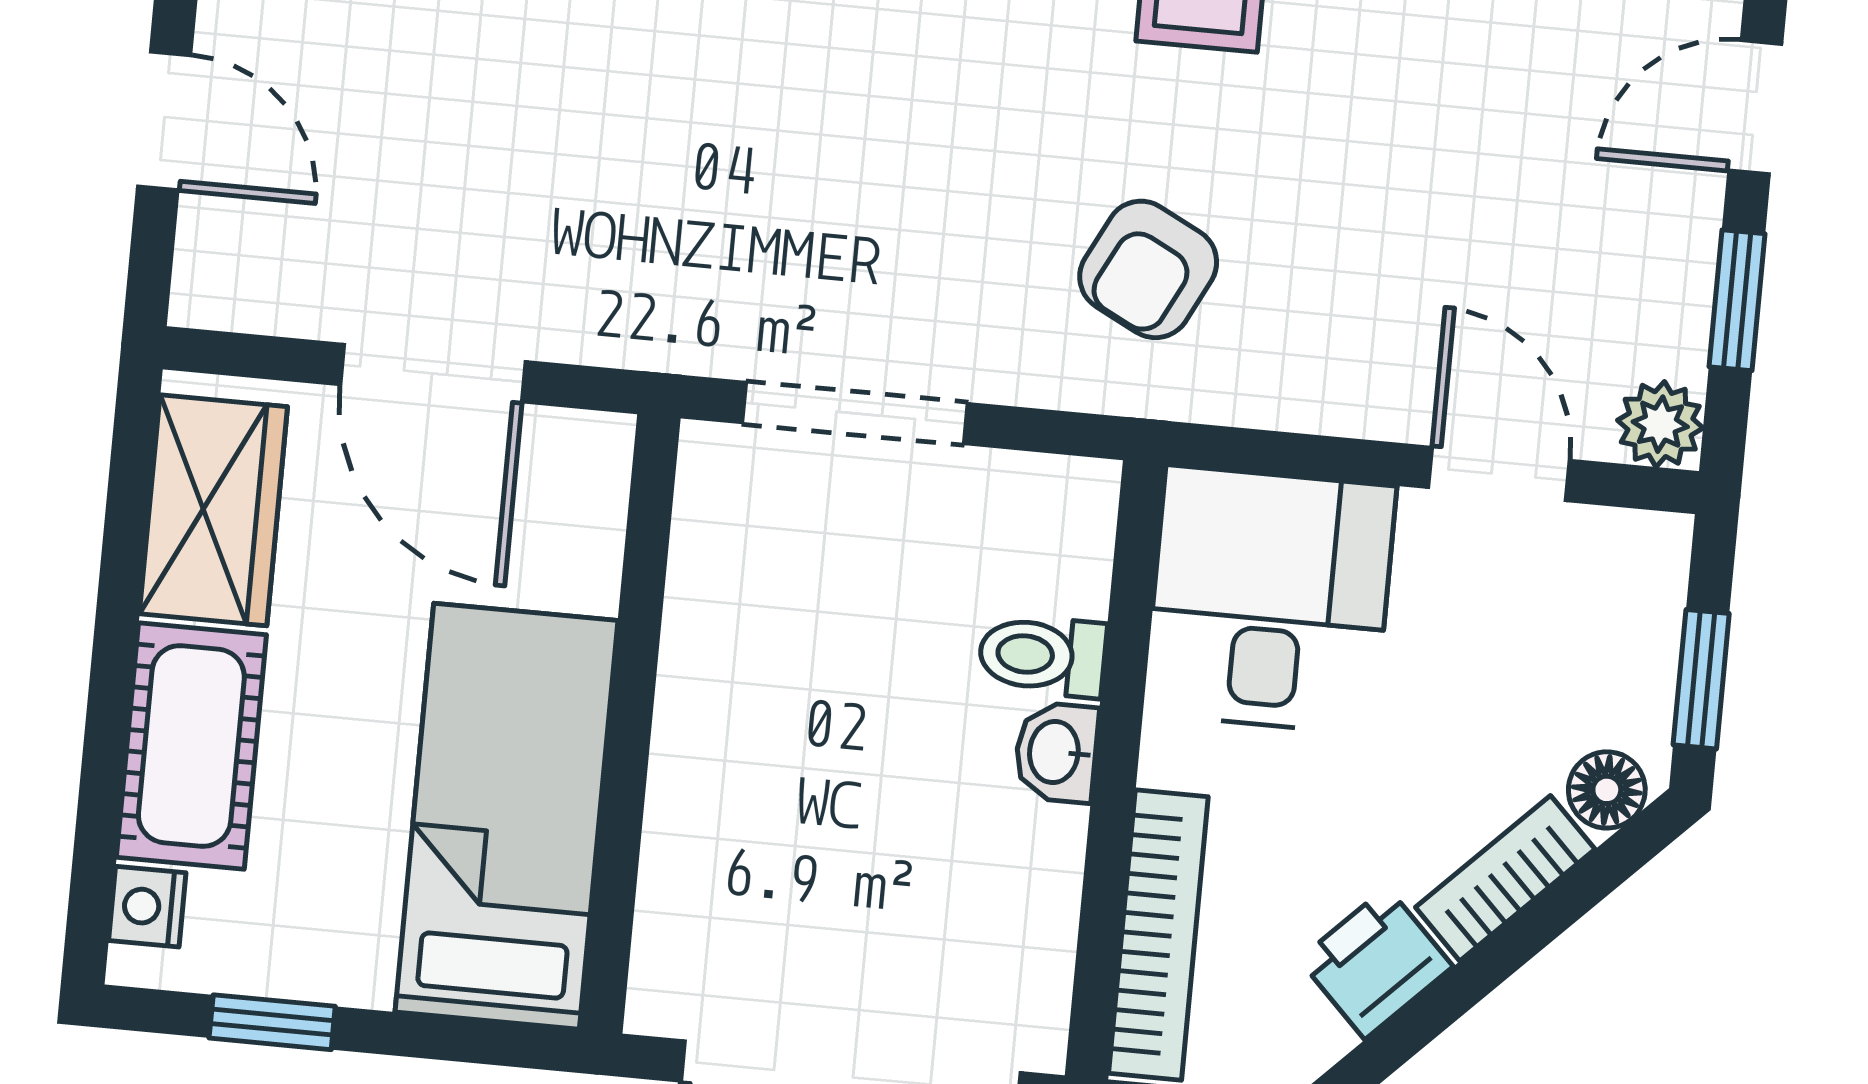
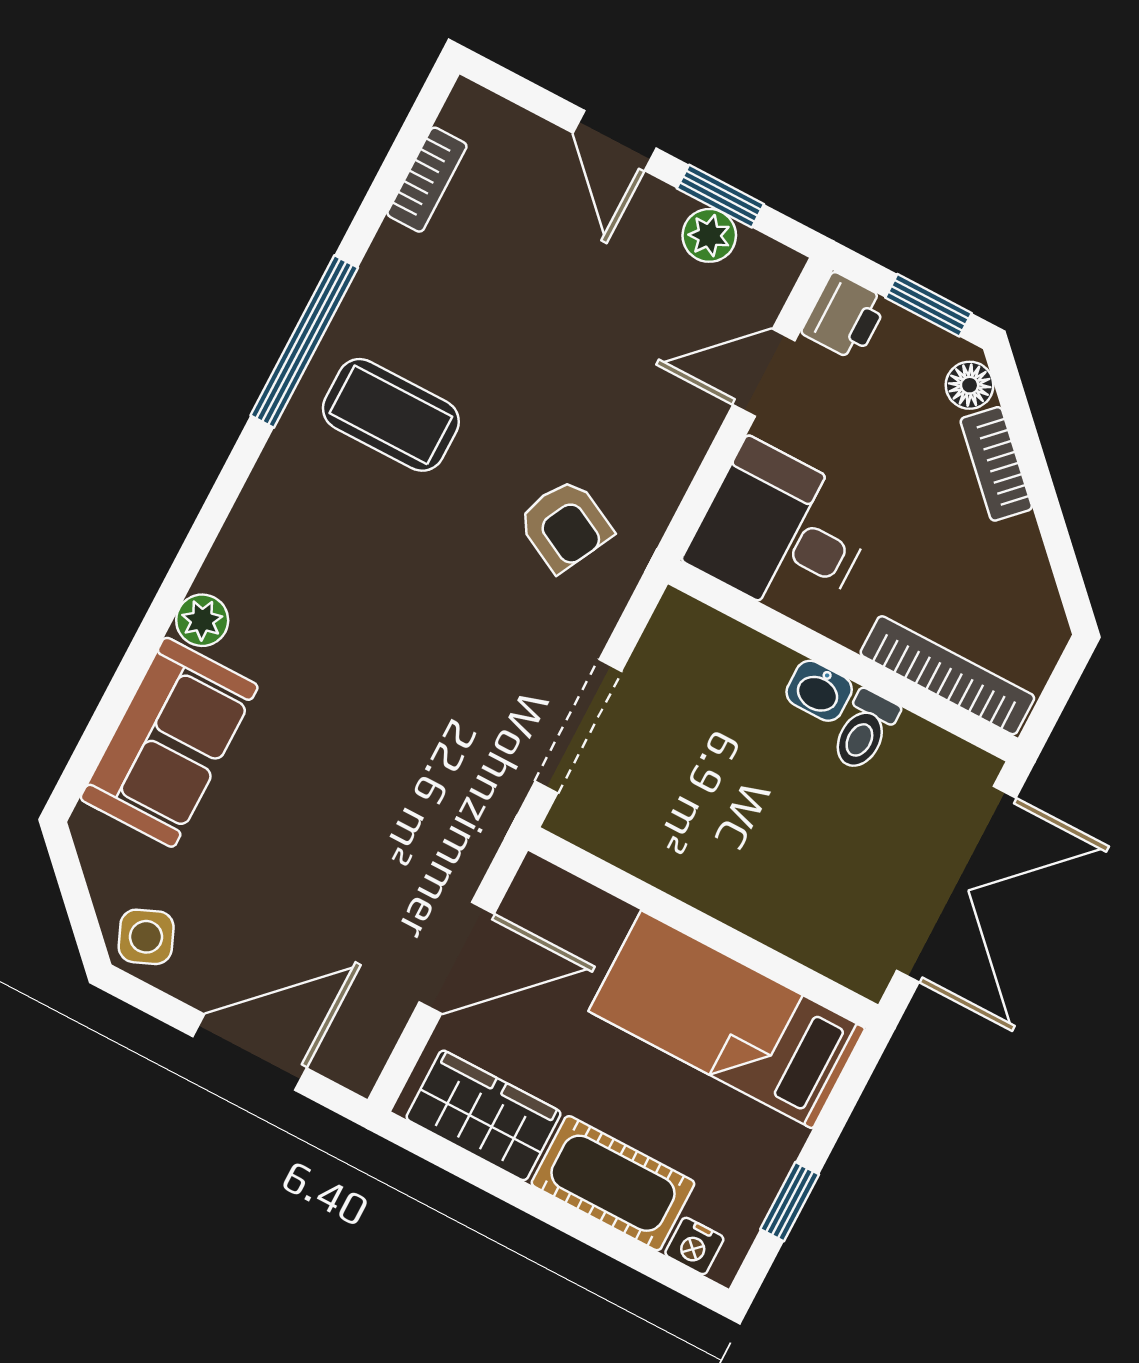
door: (164, 121) -> (250, 1052), width x1.38
plant: (1660, 424) -> (709, 235), moved
toilet: (1042, 656) -> (864, 730), moved
printer: (1376, 963) -> (845, 317), moved, turned -135

